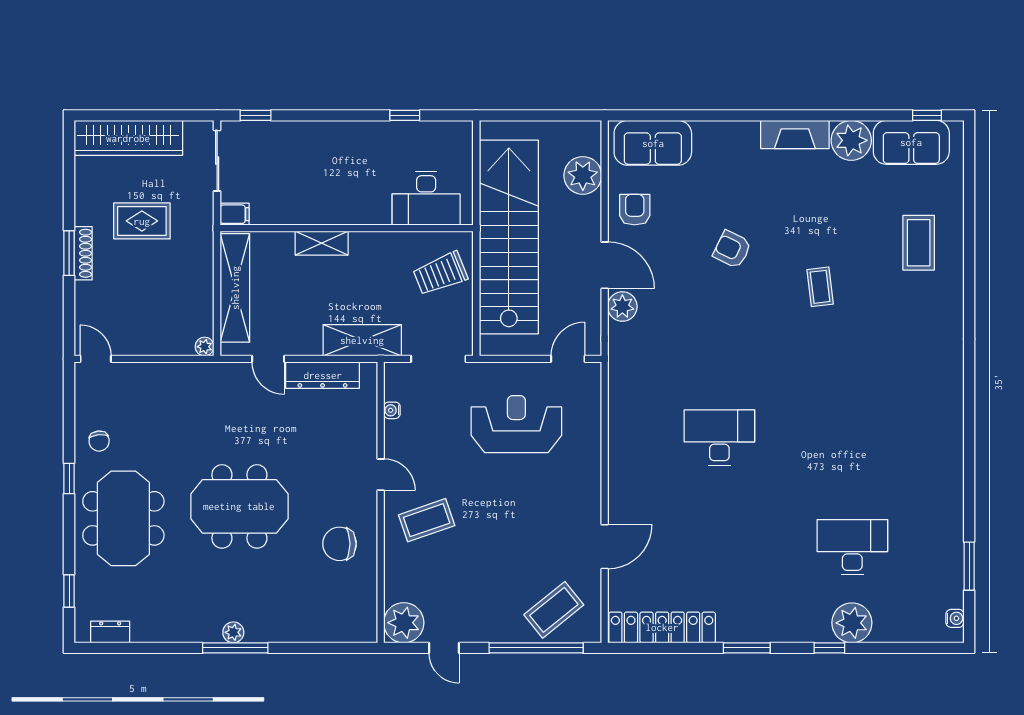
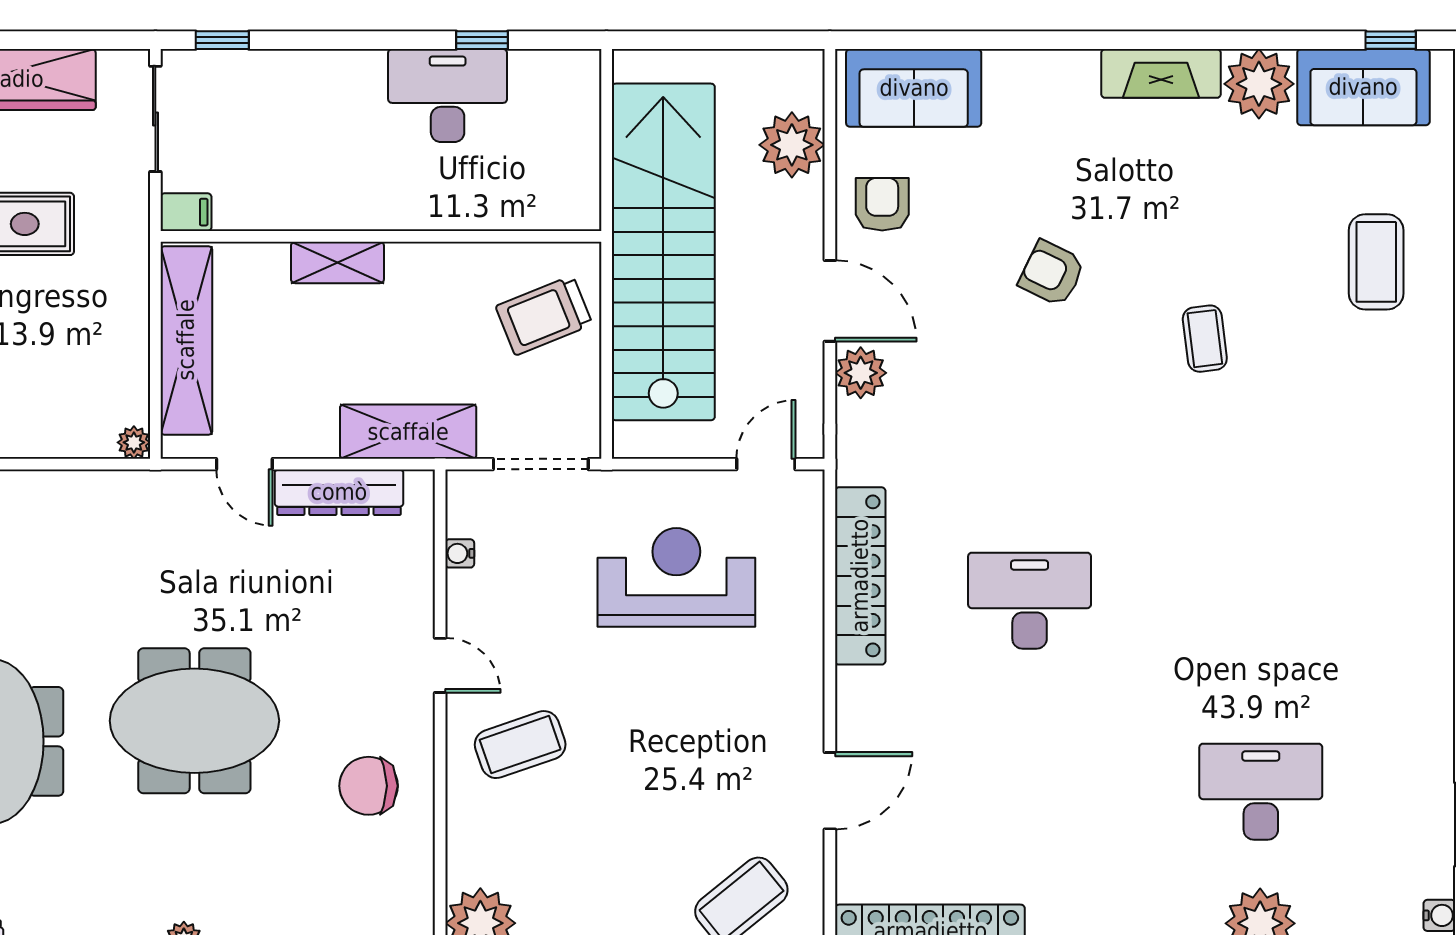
desk: (426, 198) -> (448, 96), moved, turned 180
locker: (622, 423) -> (860, 576), added

